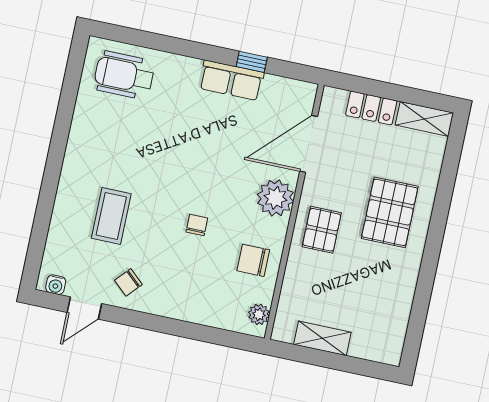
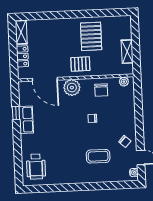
pallet: (390, 212) -> (91, 36), moved, turned 90

